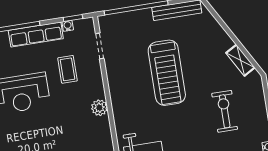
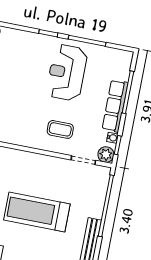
coffee table: (67, 69) -> (60, 129), moved
plant: (99, 108) -> (106, 155), moved

